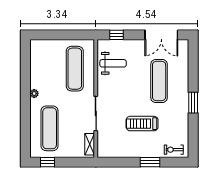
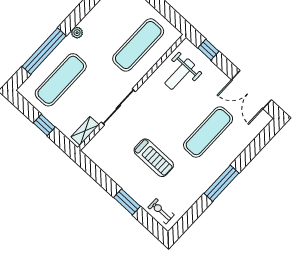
weight bench: (113, 63) -> (180, 74), turned 90
window: (193, 103) -> (222, 183), width x1.44
window: (25, 121) -> (44, 51), added
treadmill: (142, 124) -> (154, 158), turned 180
window: (48, 162) -> (44, 125), moved

